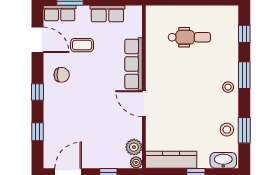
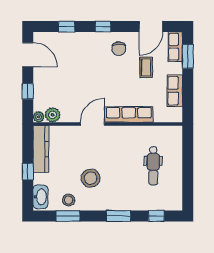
stool: (228, 87) -> (91, 178), moved, width x1.89, depth x1.89

